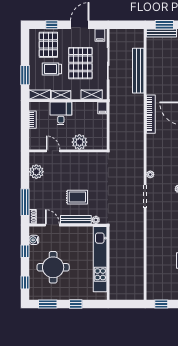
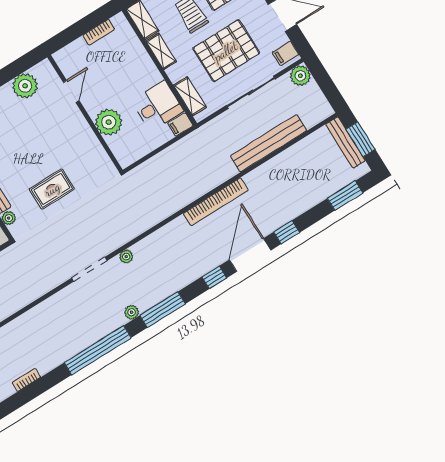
plant: (115, 35) -> (300, 76), added
desk: (61, 113) -> (157, 106), moved
rug: (77, 197) -> (52, 189), moved, turned 90

